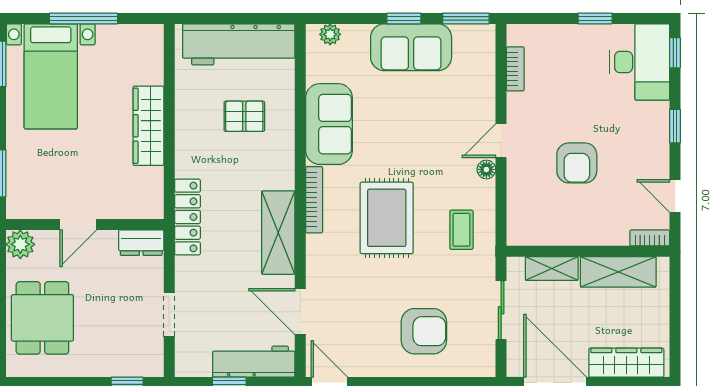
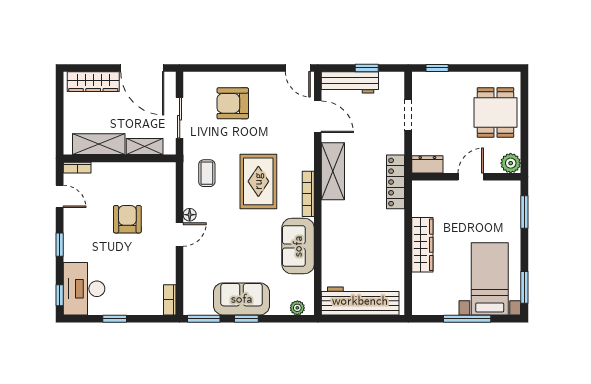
bookcase: (515, 69) -> (170, 300), moved
pallet: (244, 116) -> (356, 251), removed

